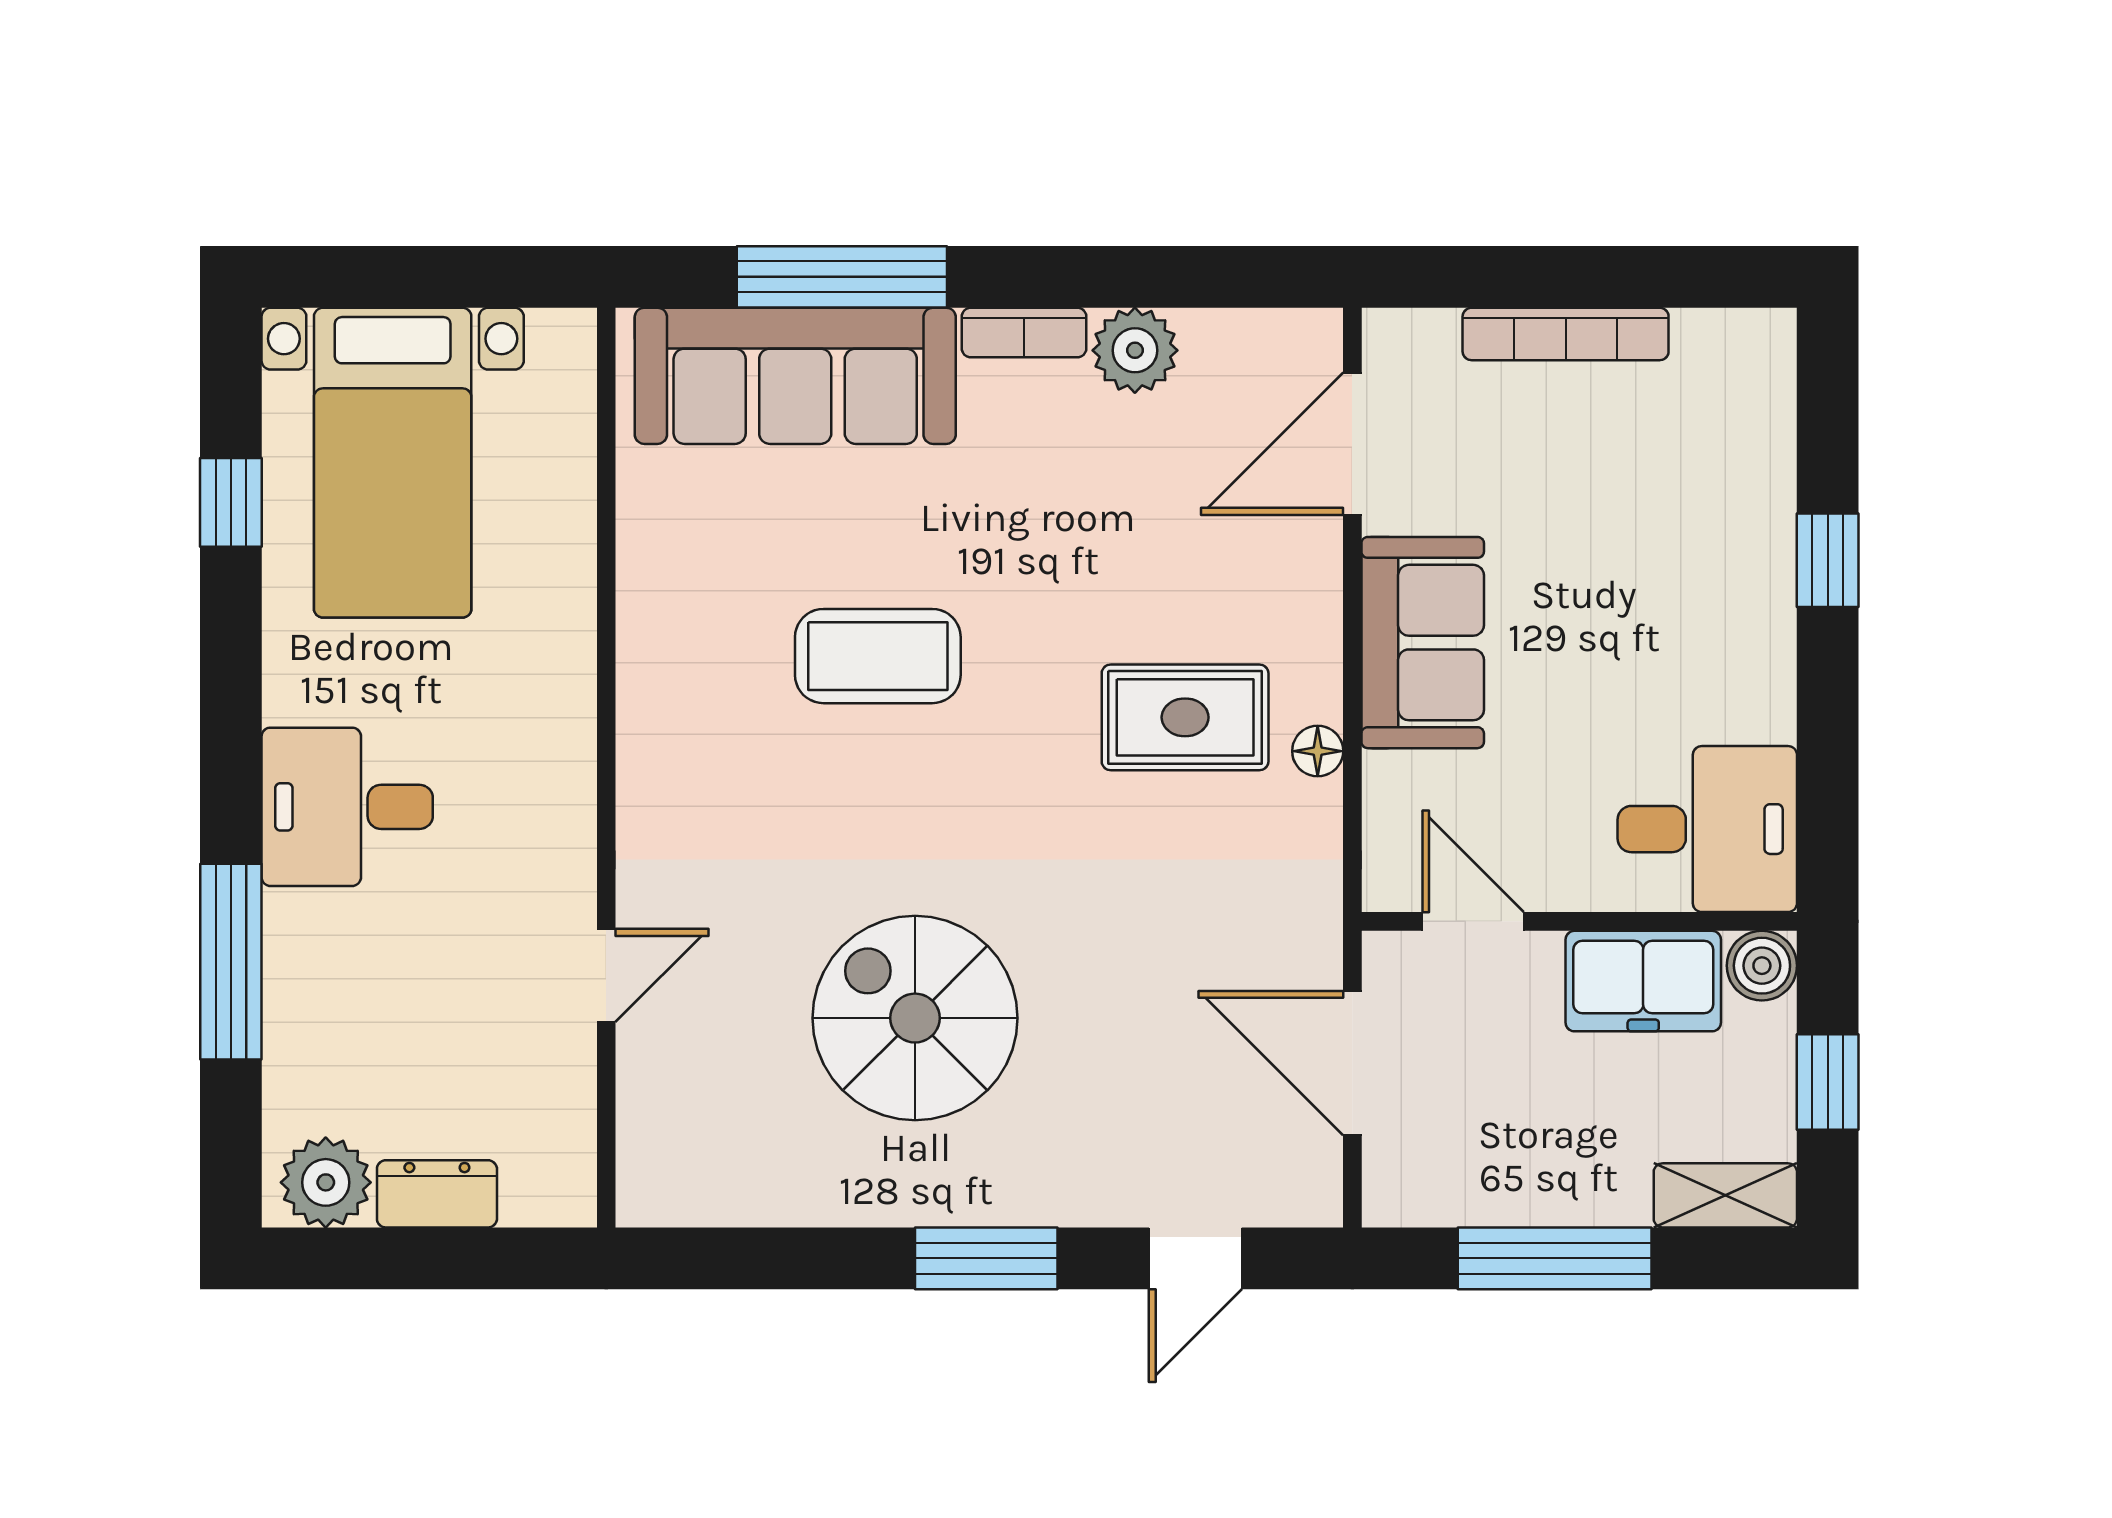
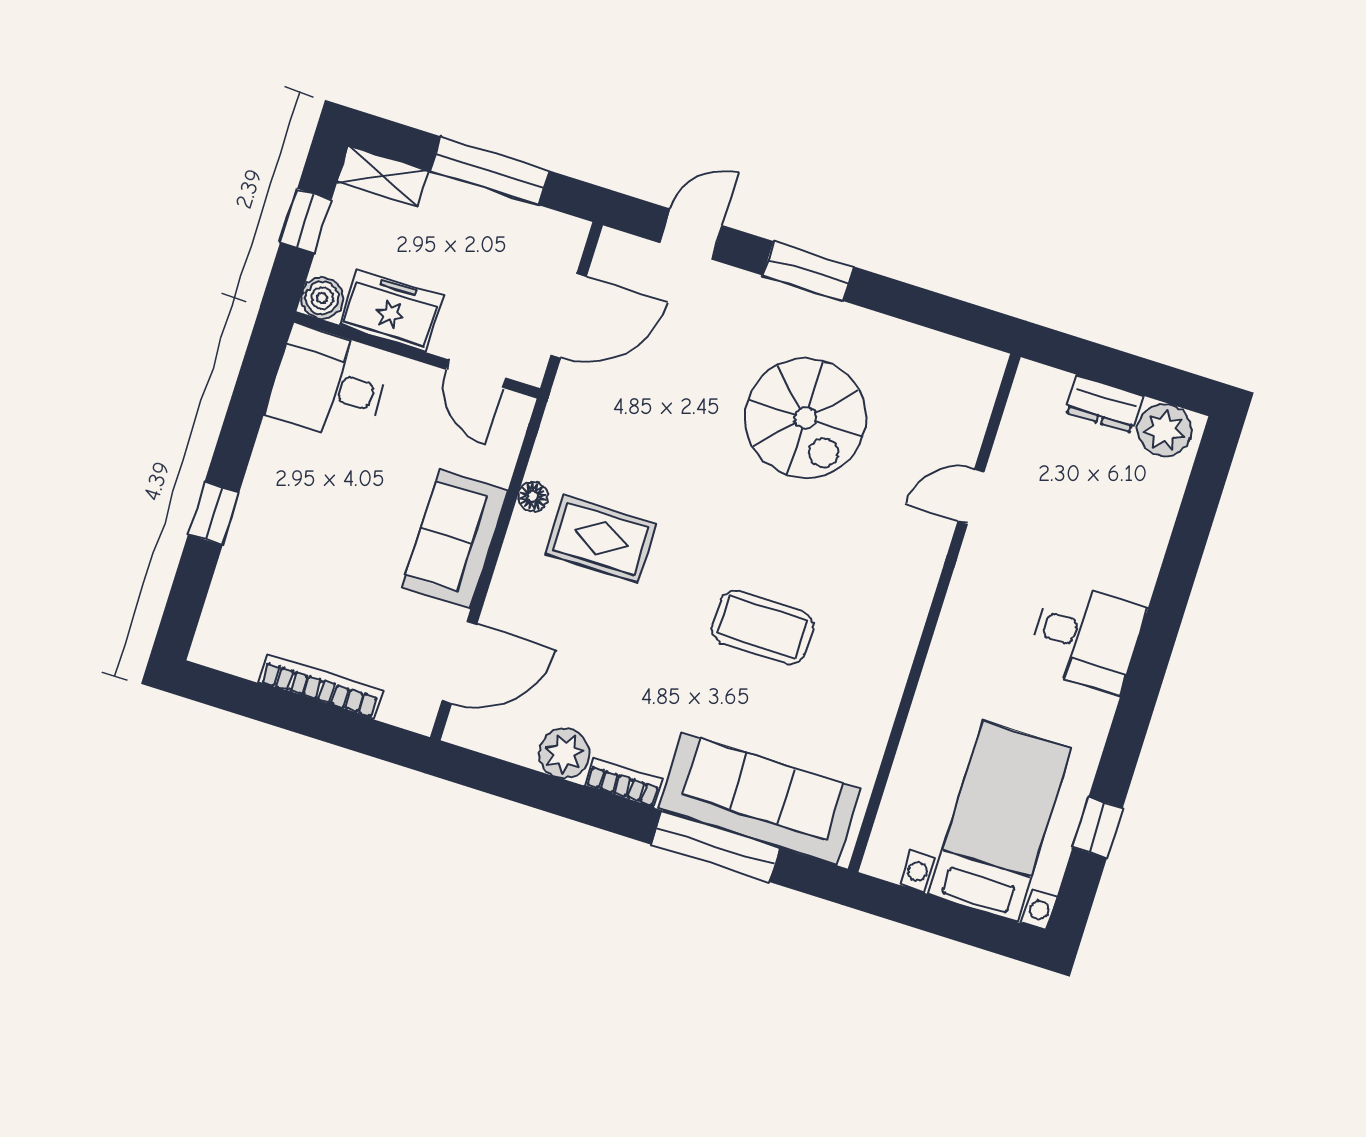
window: (231, 962) -> (1179, 571), removed
door: (1352, 1063) -> (569, 316), hinge flipped

